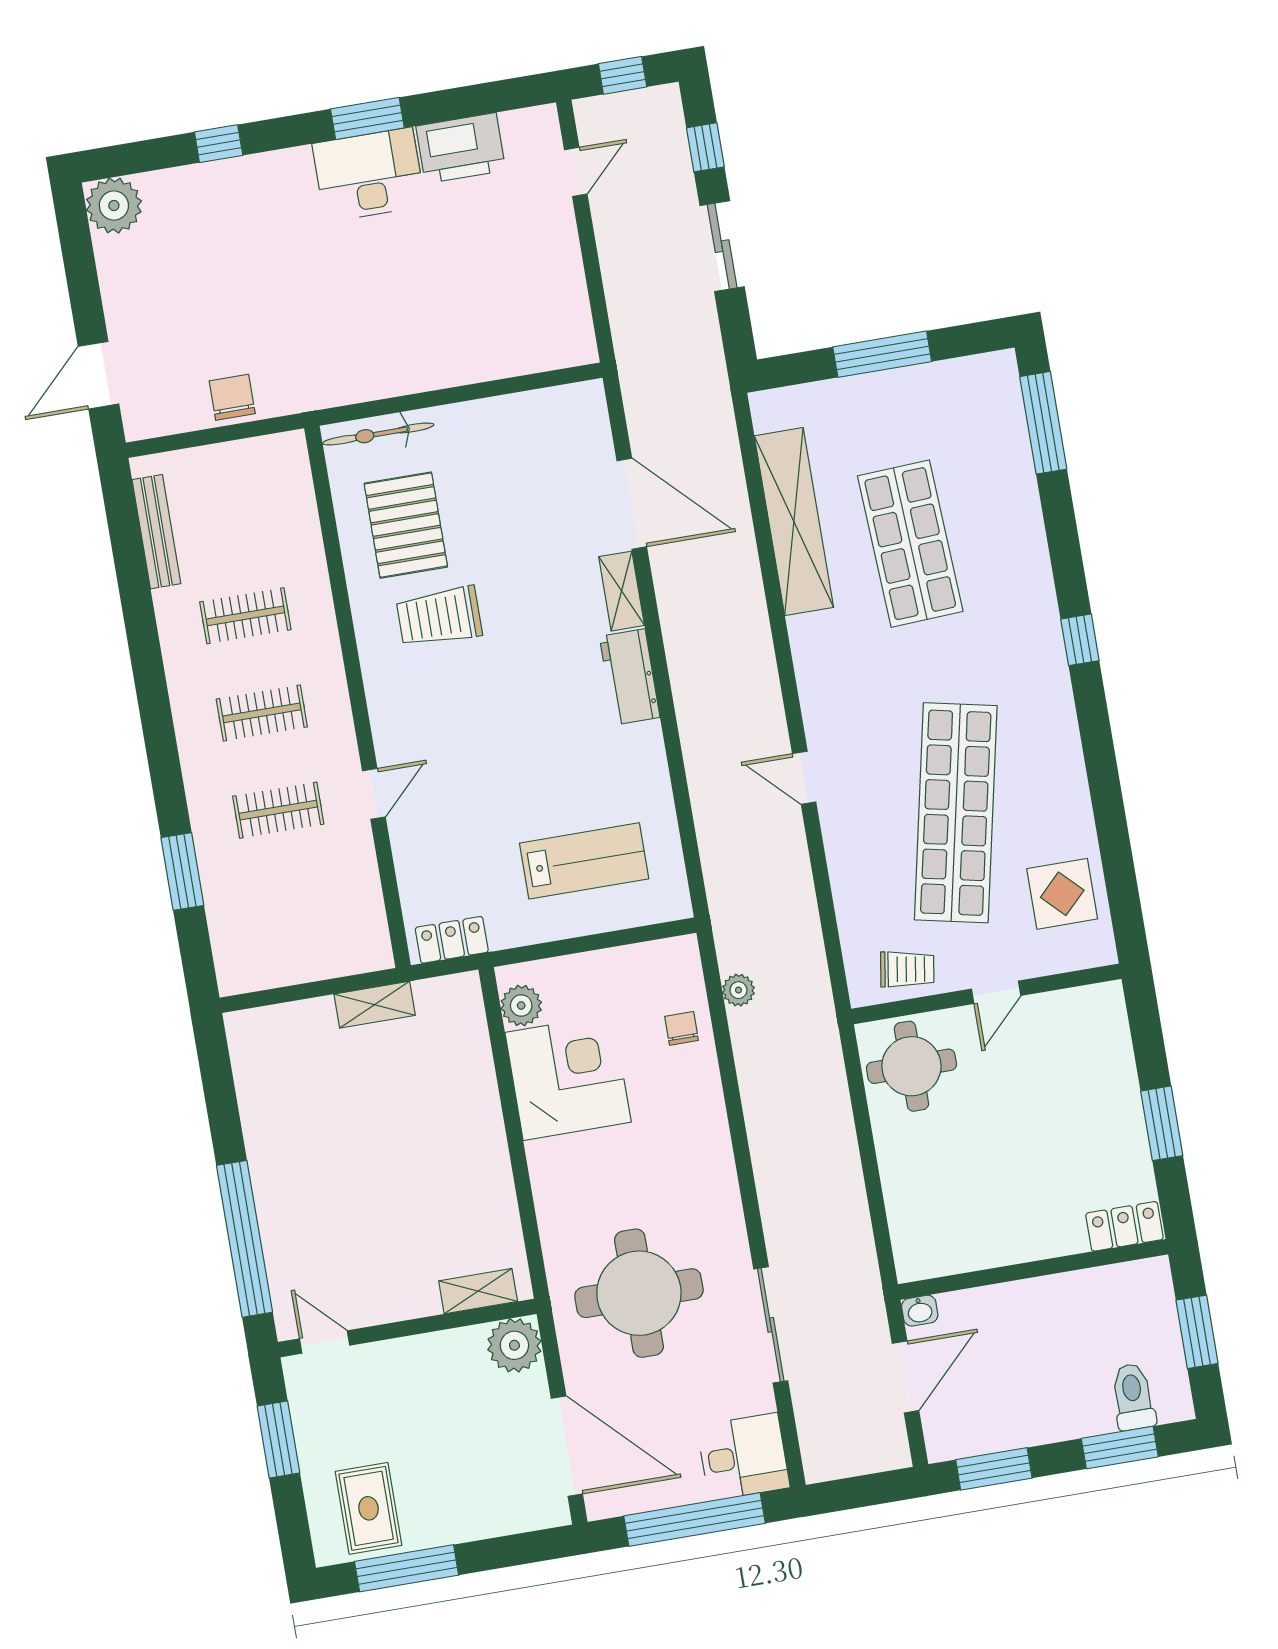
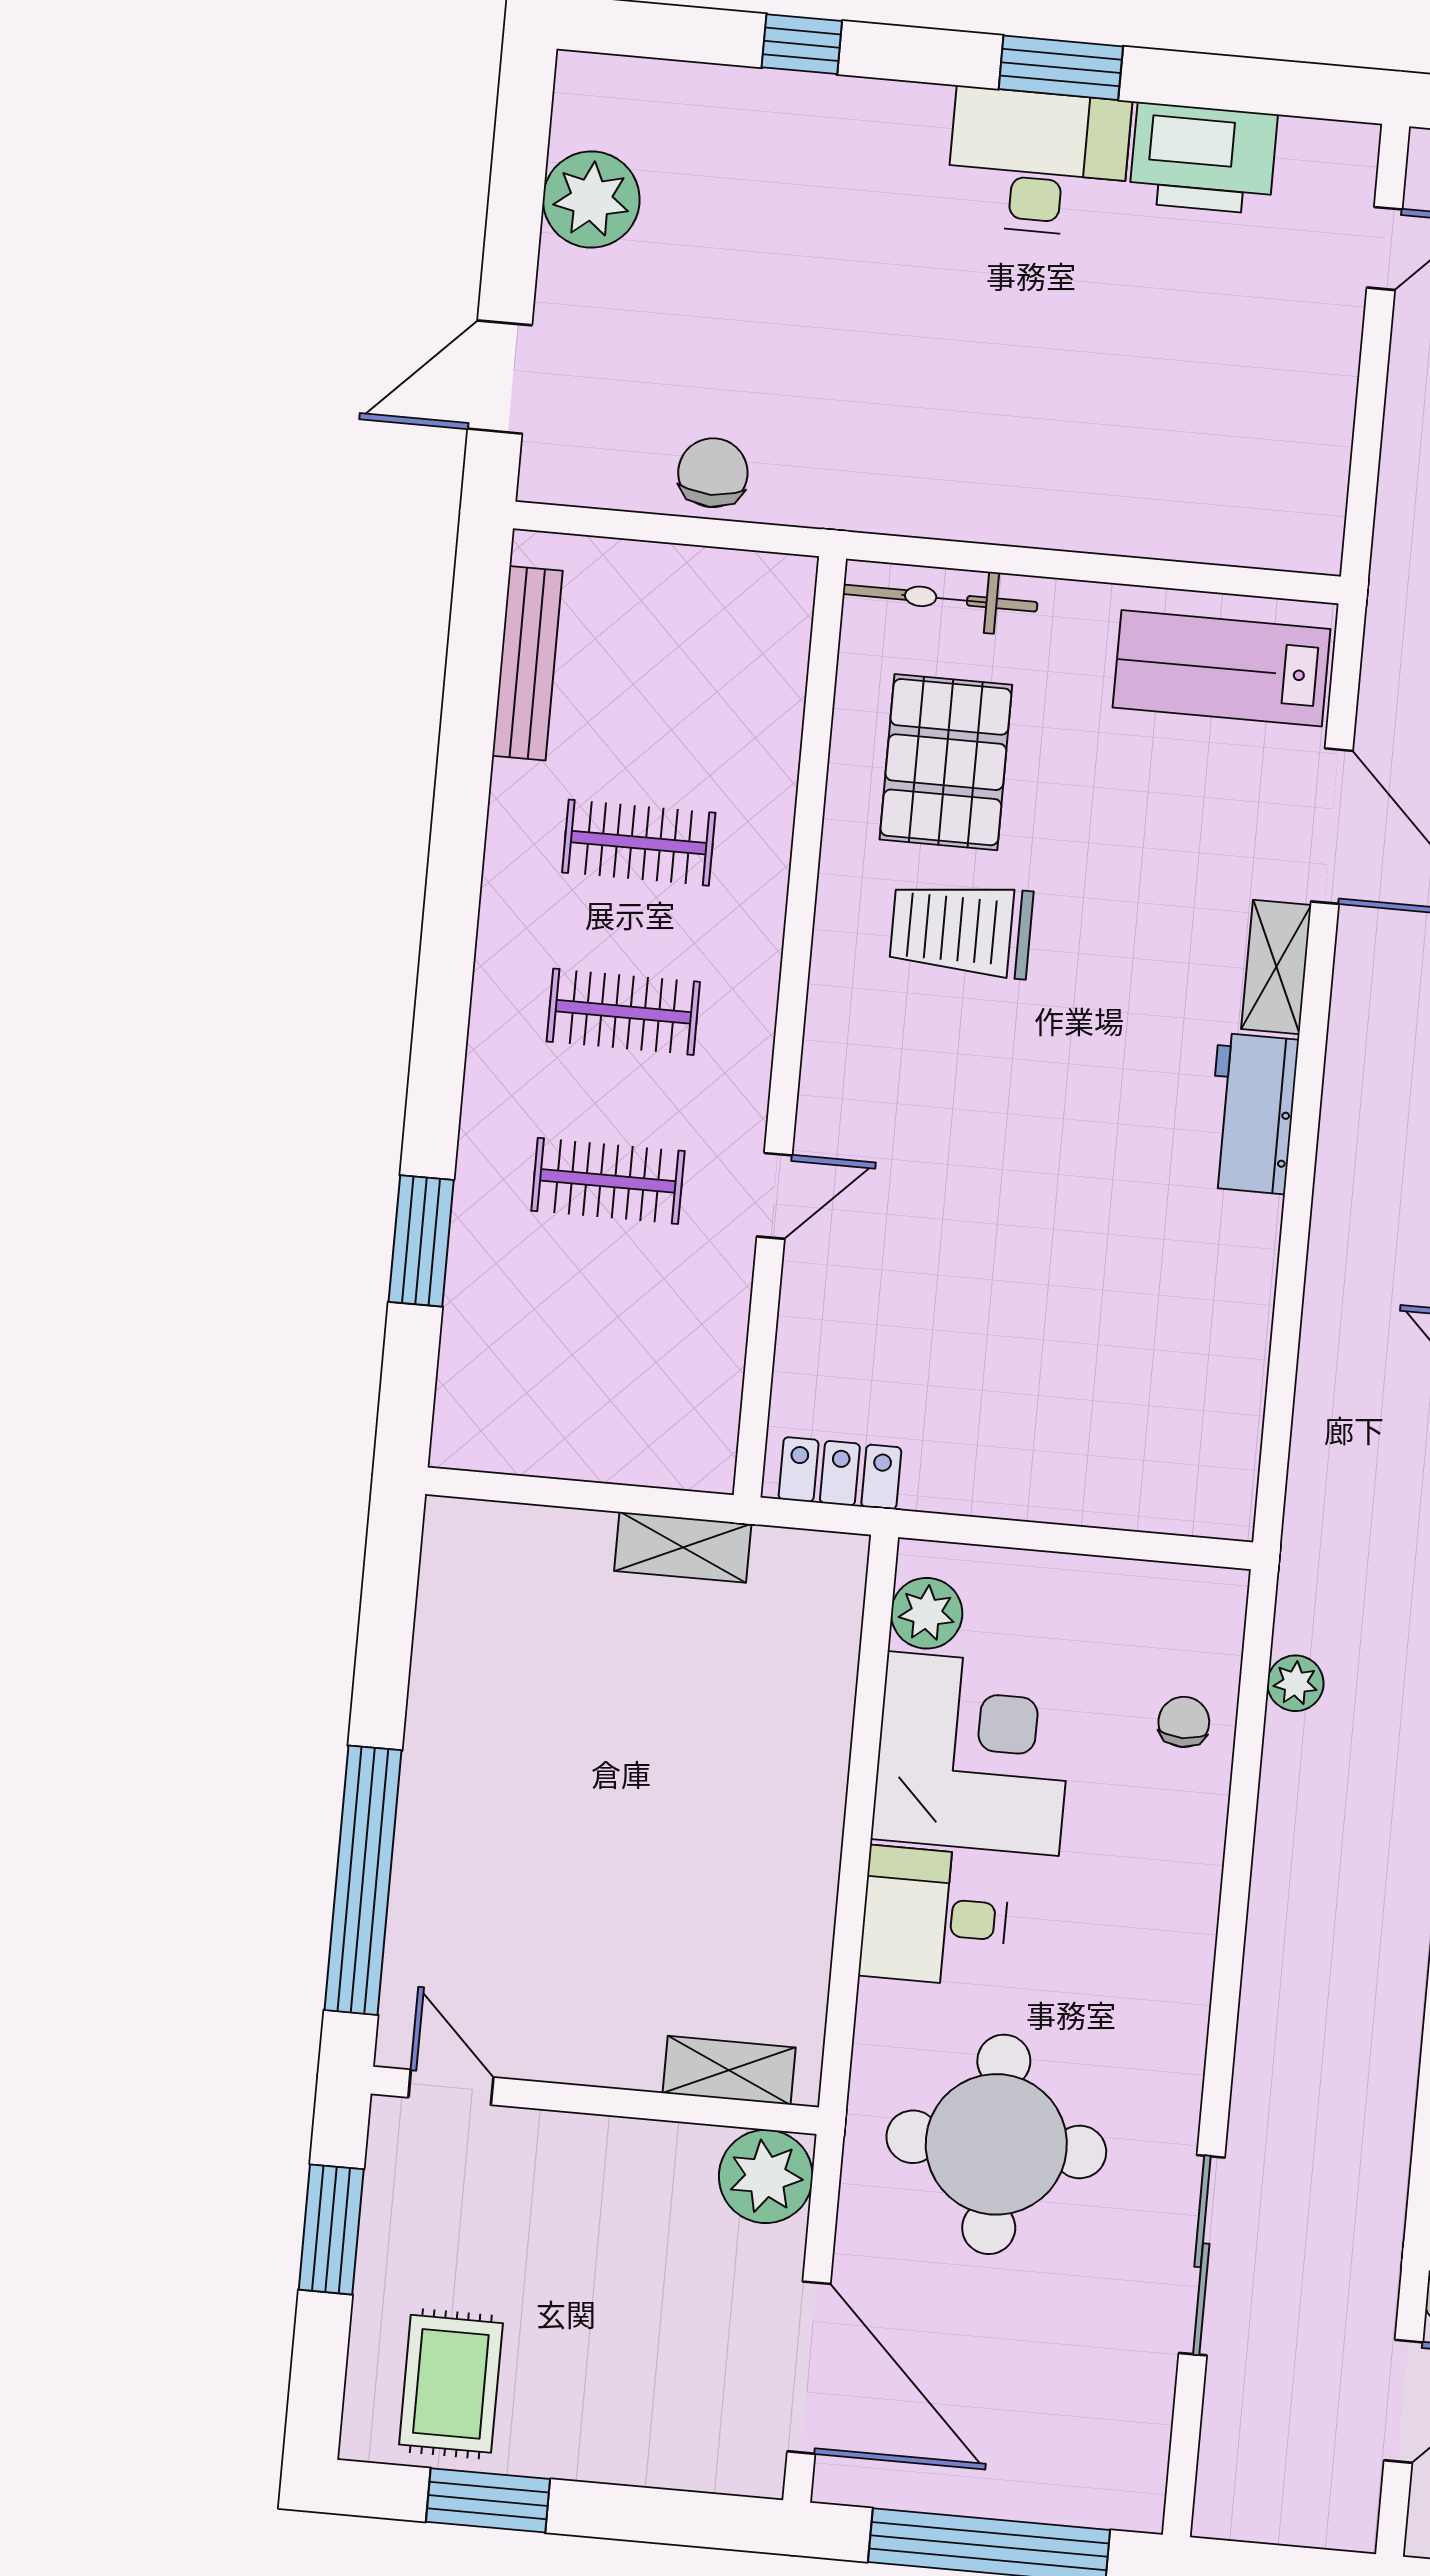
plant: (114, 206) -> (591, 199), moved
lab bench: (584, 861) -> (1222, 668), moved, turned 180
desk: (743, 1457) -> (935, 1916), moved, turned 180
window: (407, 1568) -> (488, 2500), width x0.69

